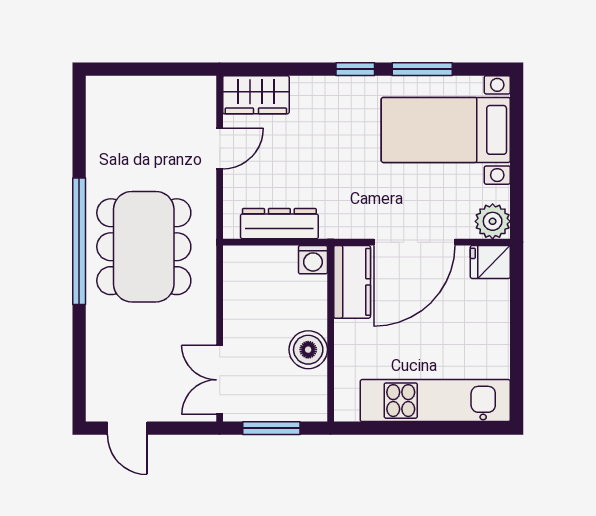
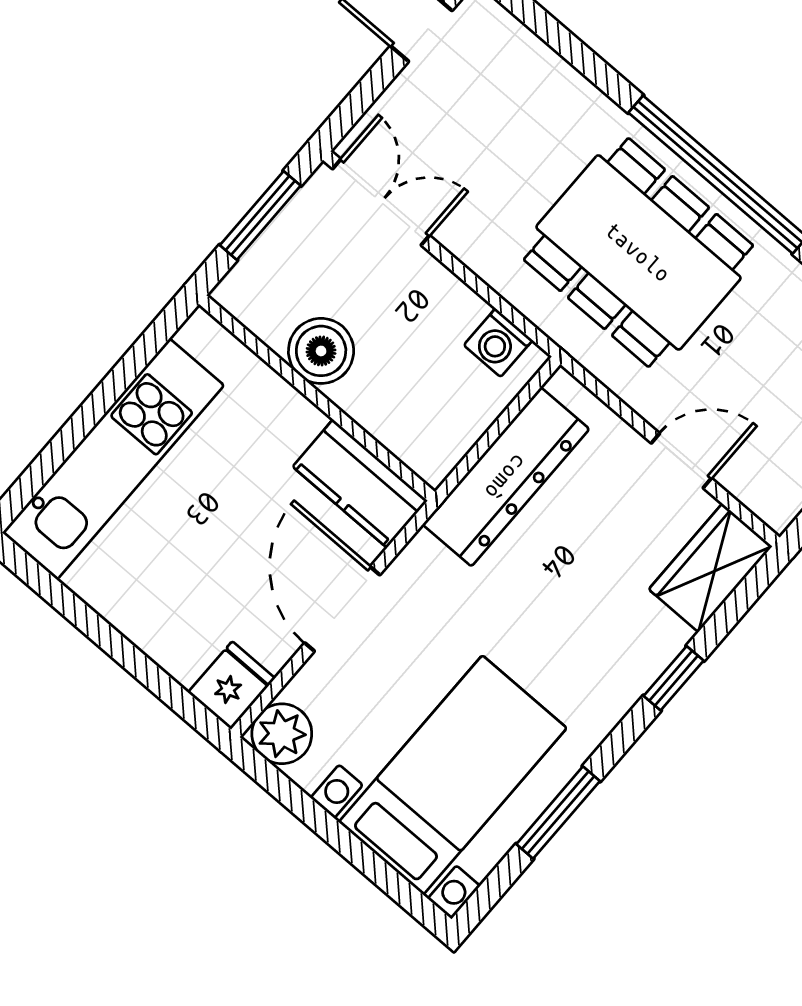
window: (355, 69) -> (674, 678), moved
door: (220, 148) -> (681, 461), swing flipped
dresser: (279, 224) -> (506, 477), width x1.37, depth x1.24
door: (414, 242) -> (342, 609), width x0.73
washing machine: (313, 260) -> (498, 343), moved, turned -90

